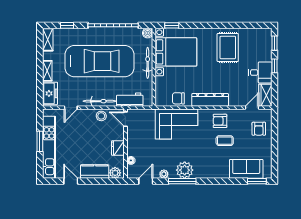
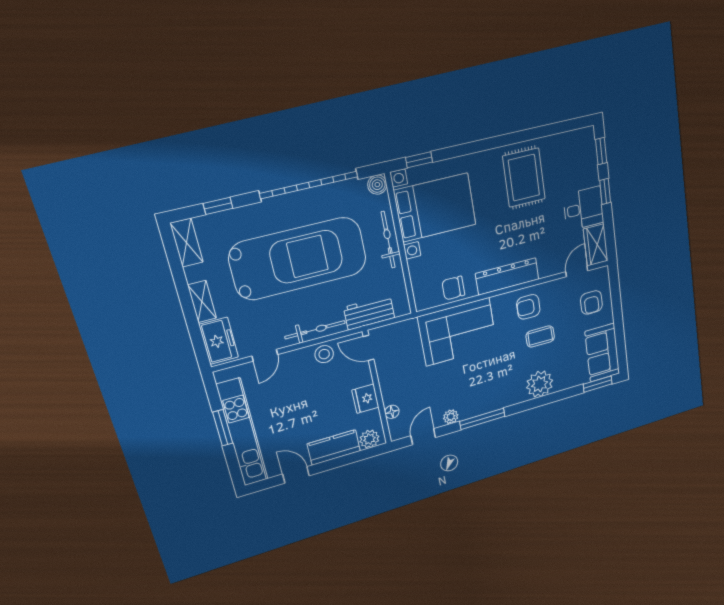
sofa: (246, 169) -> (602, 353), moved, turned -90
plant: (185, 170) -> (540, 384), moved

